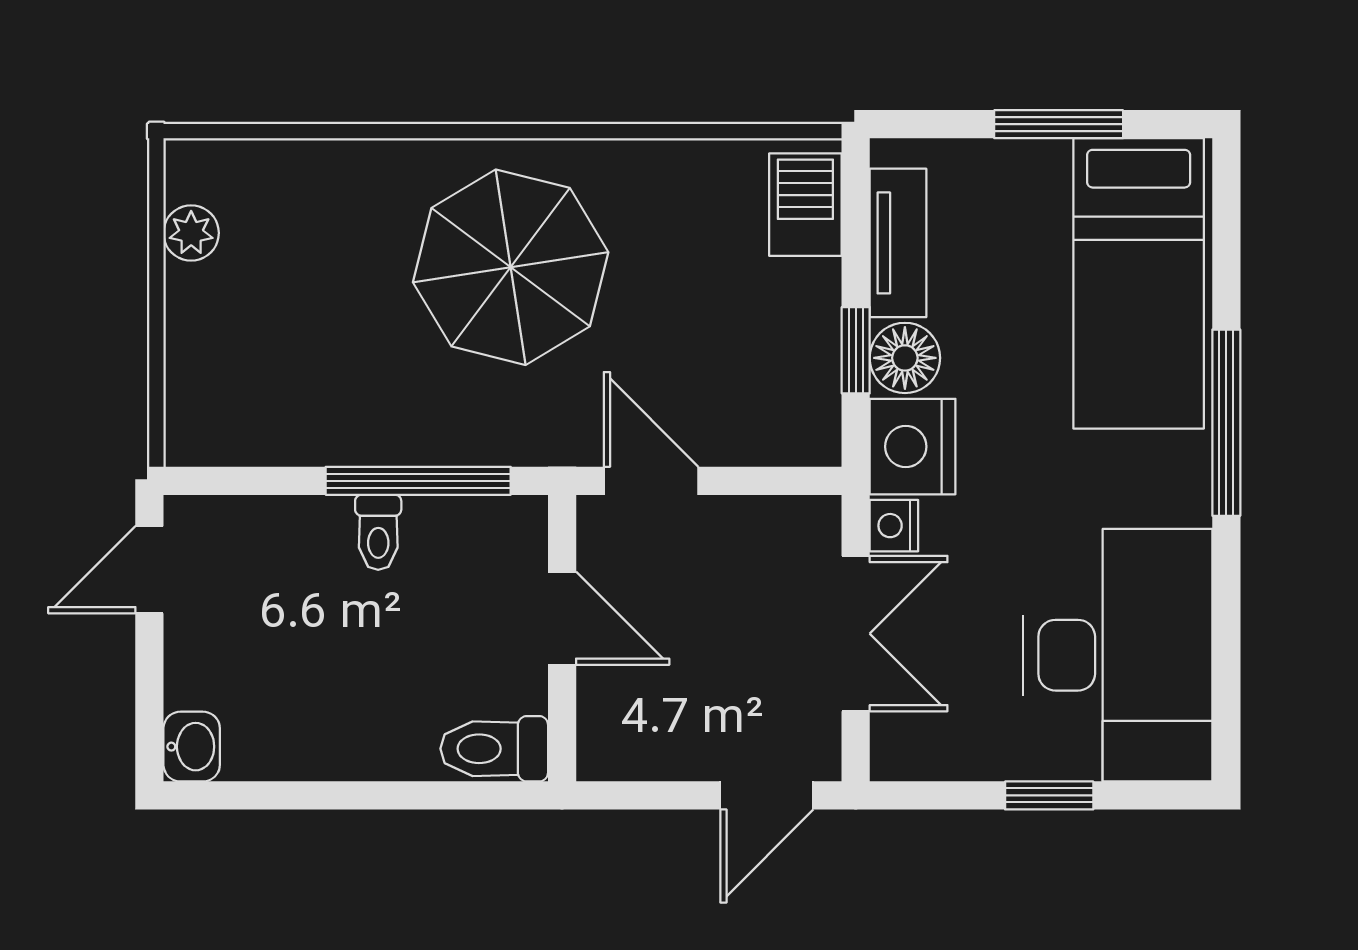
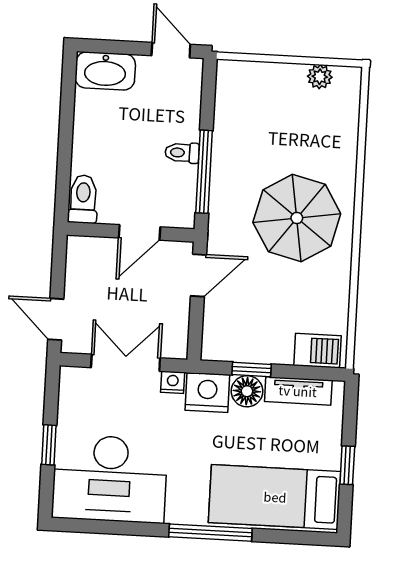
window: (1059, 124) -> (347, 465), width x0.67
double door: (856, 634) -> (126, 363), swing flipped
washbasin: (192, 747) -> (105, 71), width x1.91, depth x1.45

